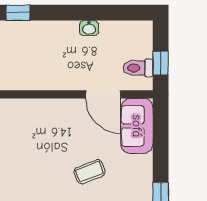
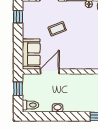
toilet: (138, 68) -> (31, 105), moved
door: (103, 94) -> (50, 71), hinge flipped

